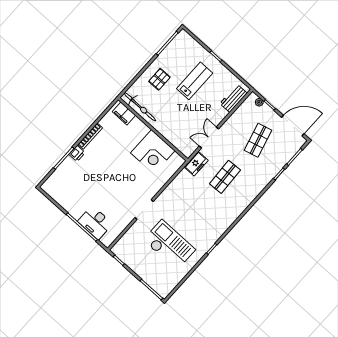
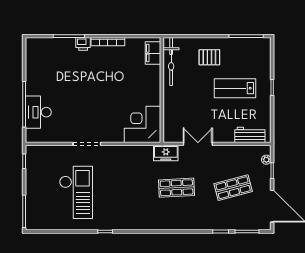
lab bench: (195, 81) -> (235, 88), turned 180
corner desk: (153, 152) -> (143, 124), moved, turned 90

